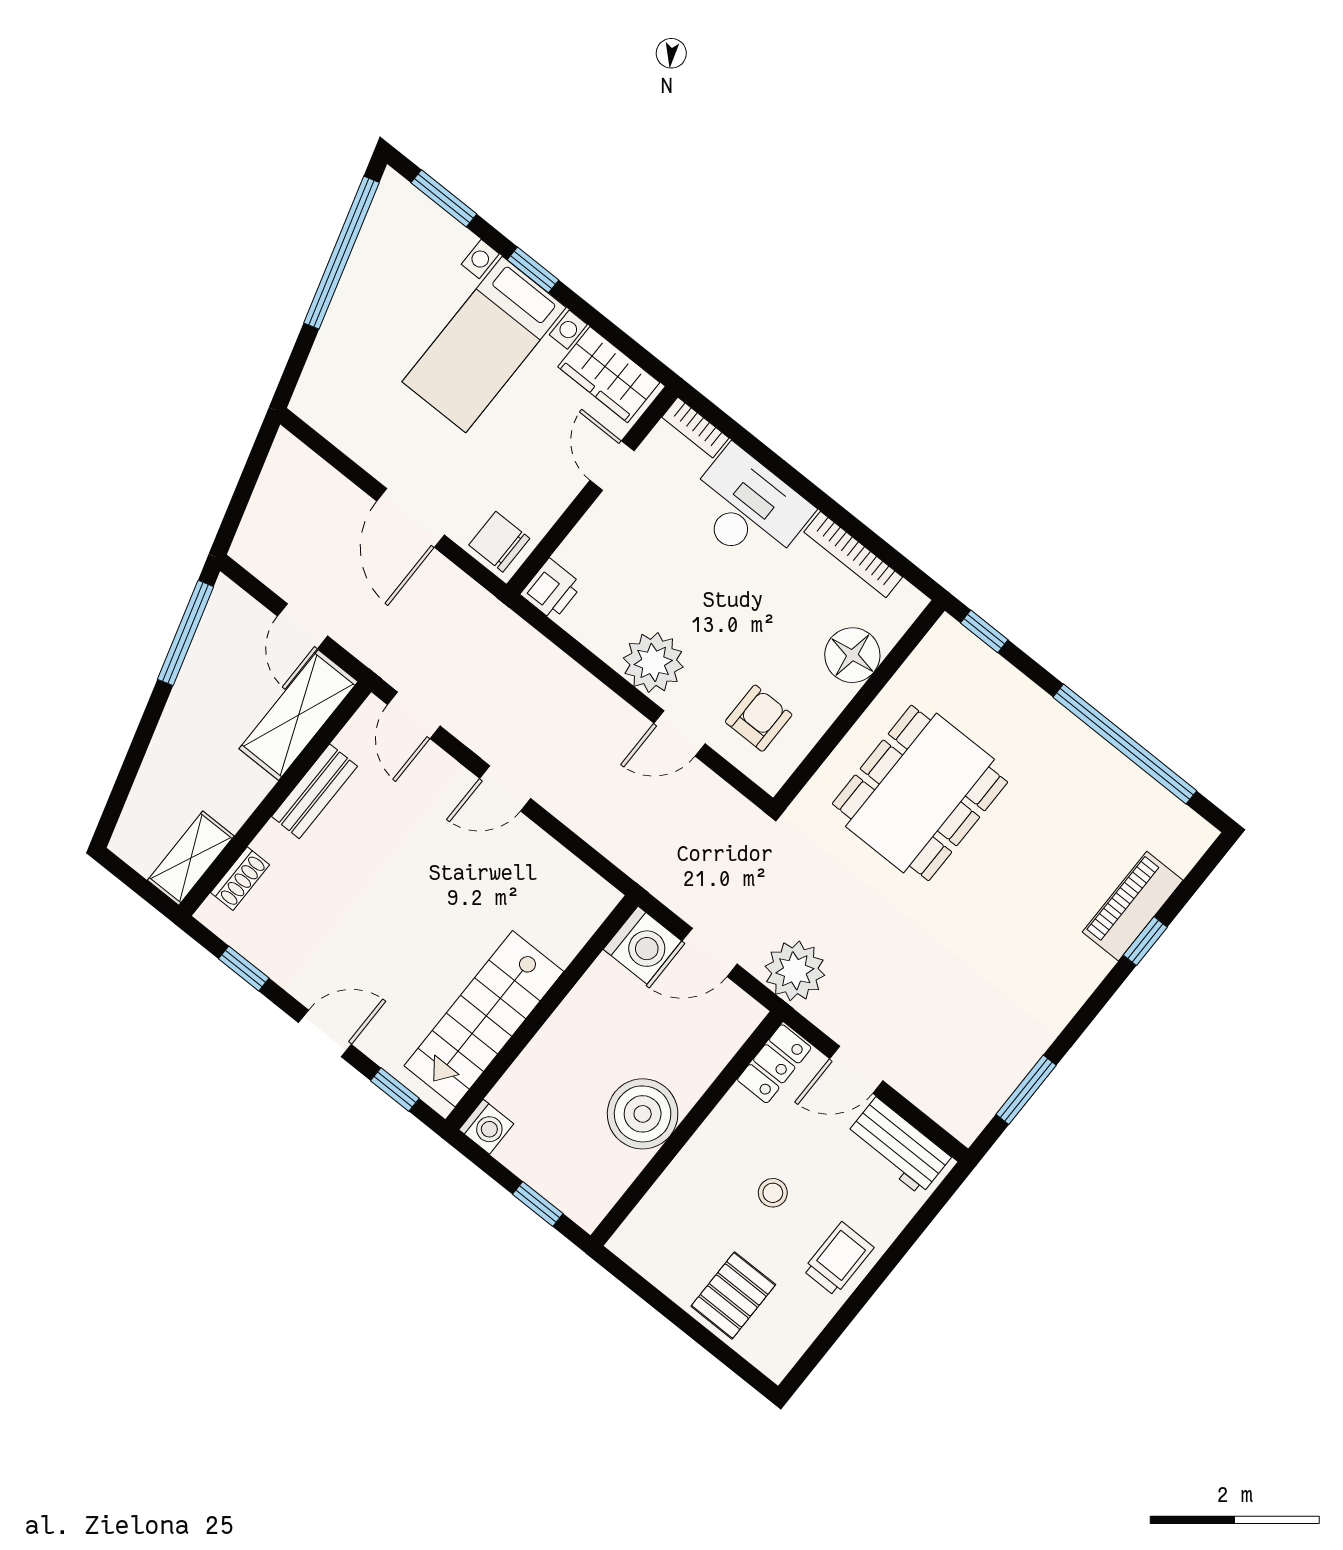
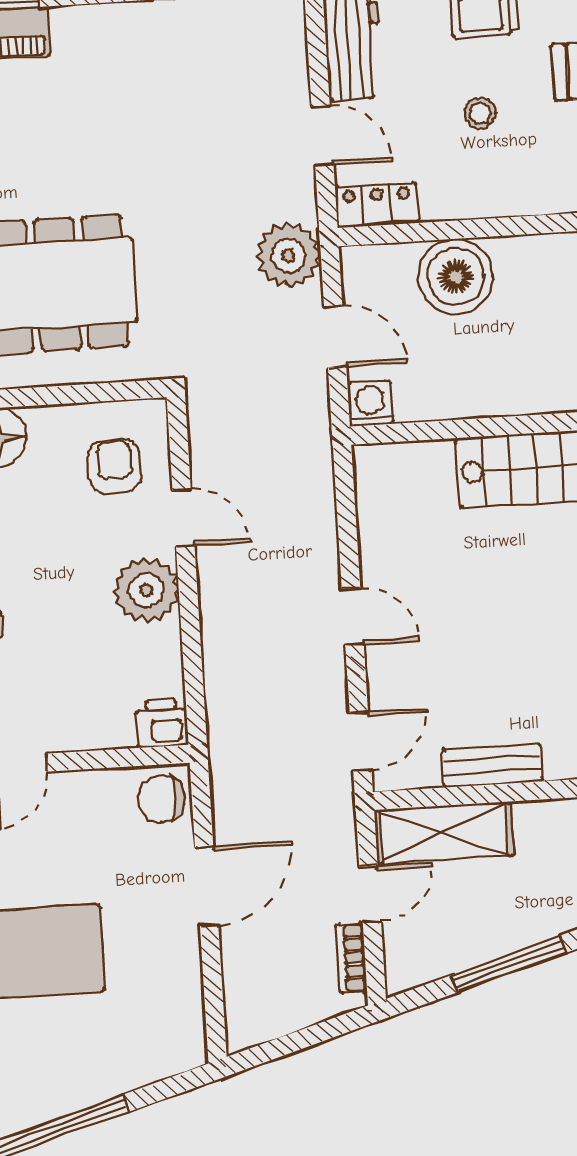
chair: (499, 542) -> (162, 799), turned 90
bookcase: (270, 573) -> (351, 958), added
window: (186, 633) -> (509, 964), moved
armchair: (759, 718) -> (114, 466), turned 90
washing machine: (642, 945) -> (370, 404), width x0.73, depth x0.73
boiler: (643, 1114) -> (456, 277), moved

